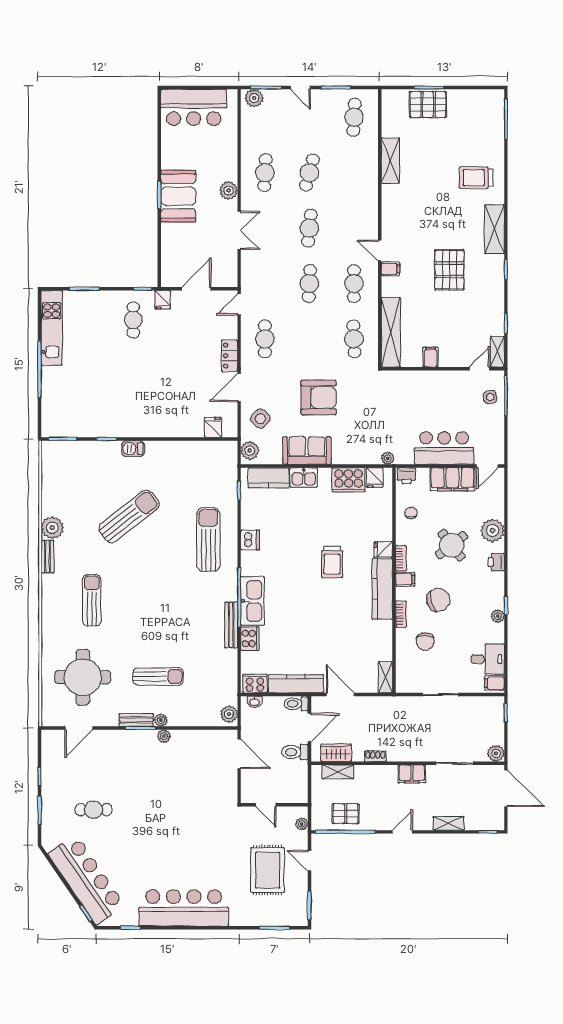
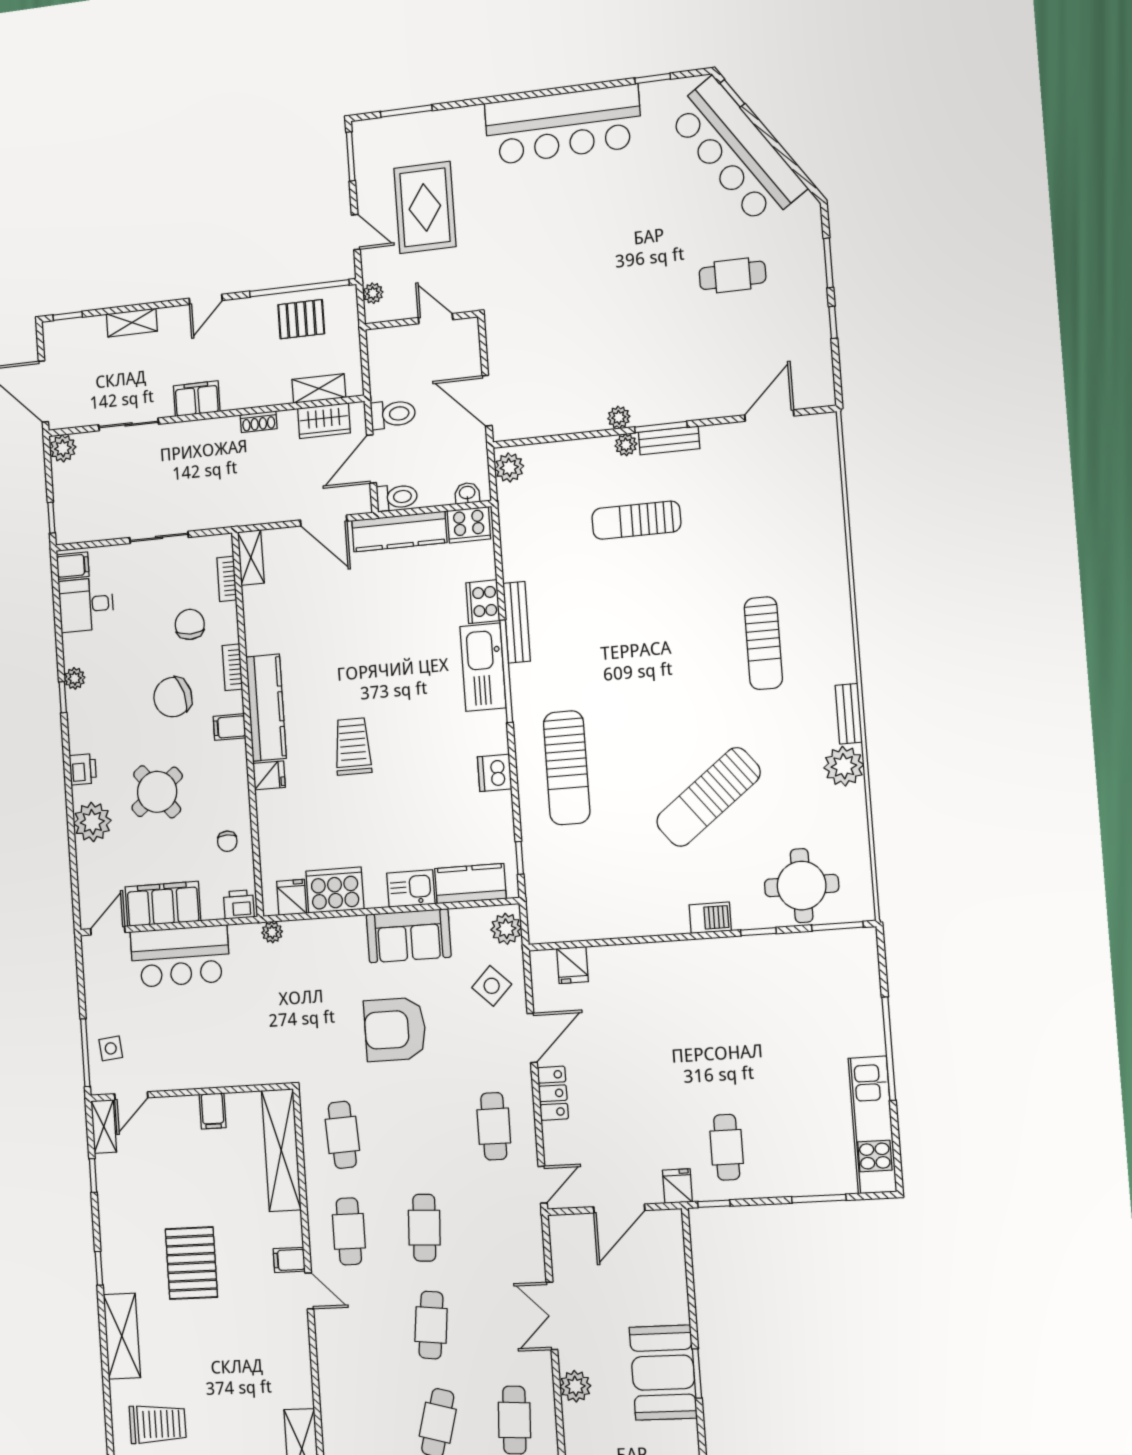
bookcase: (401, 558) -> (227, 579), moved
round table: (83, 677) -> (802, 886), moved, width x0.73, depth x0.73

